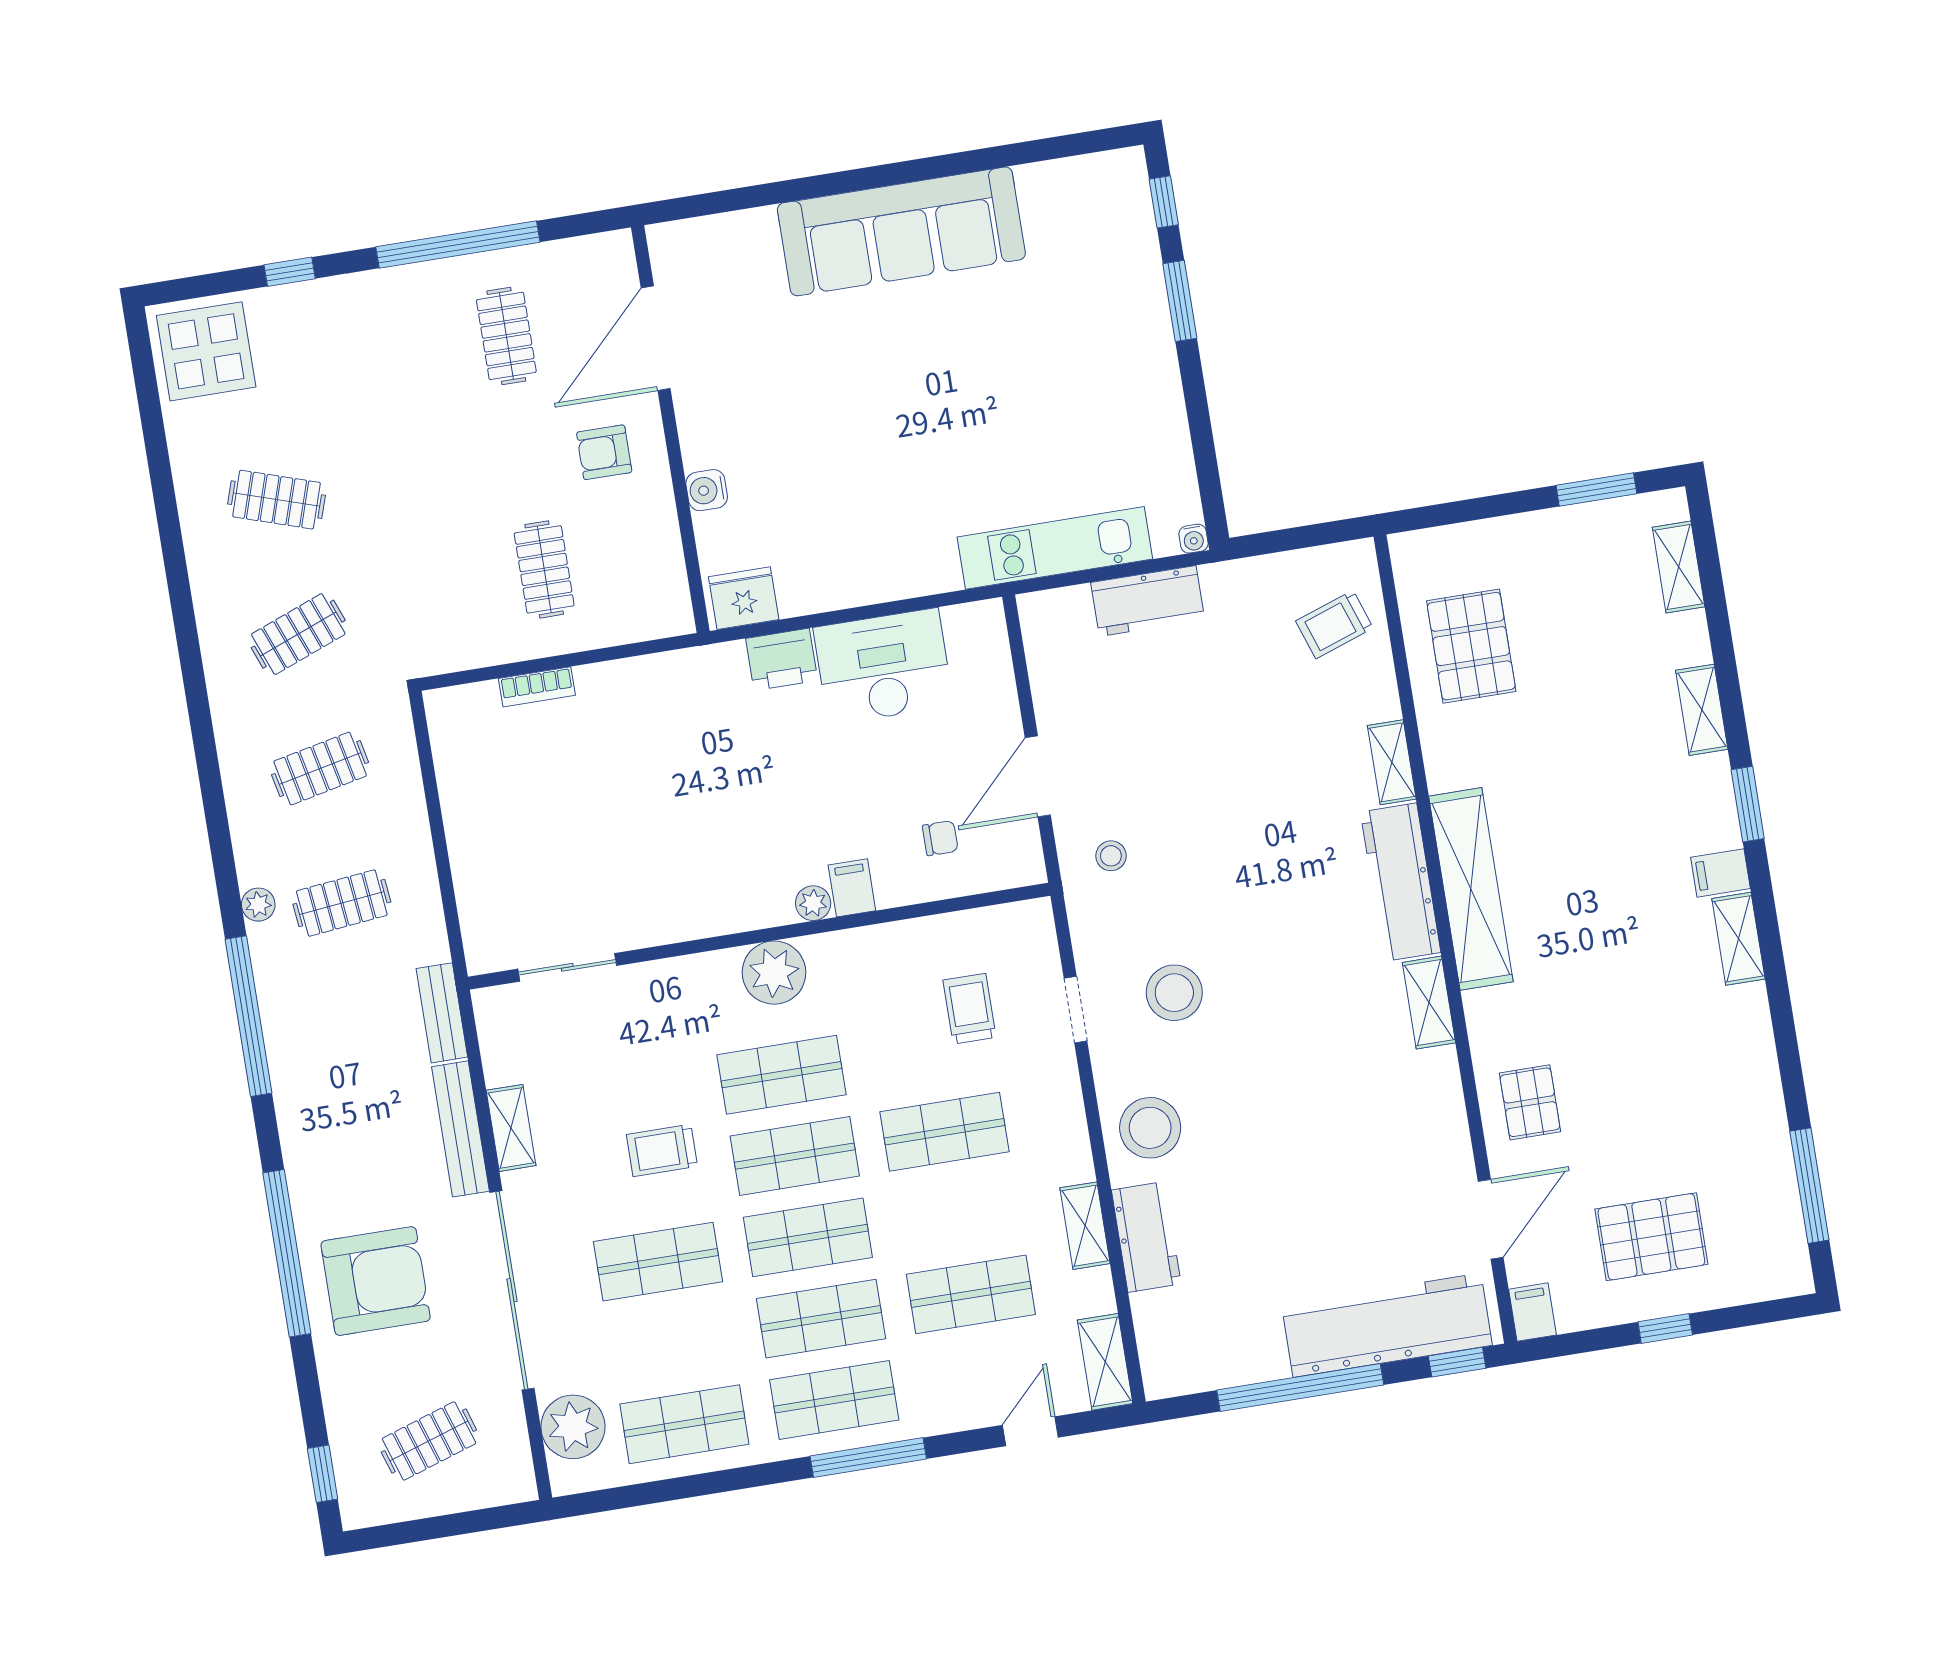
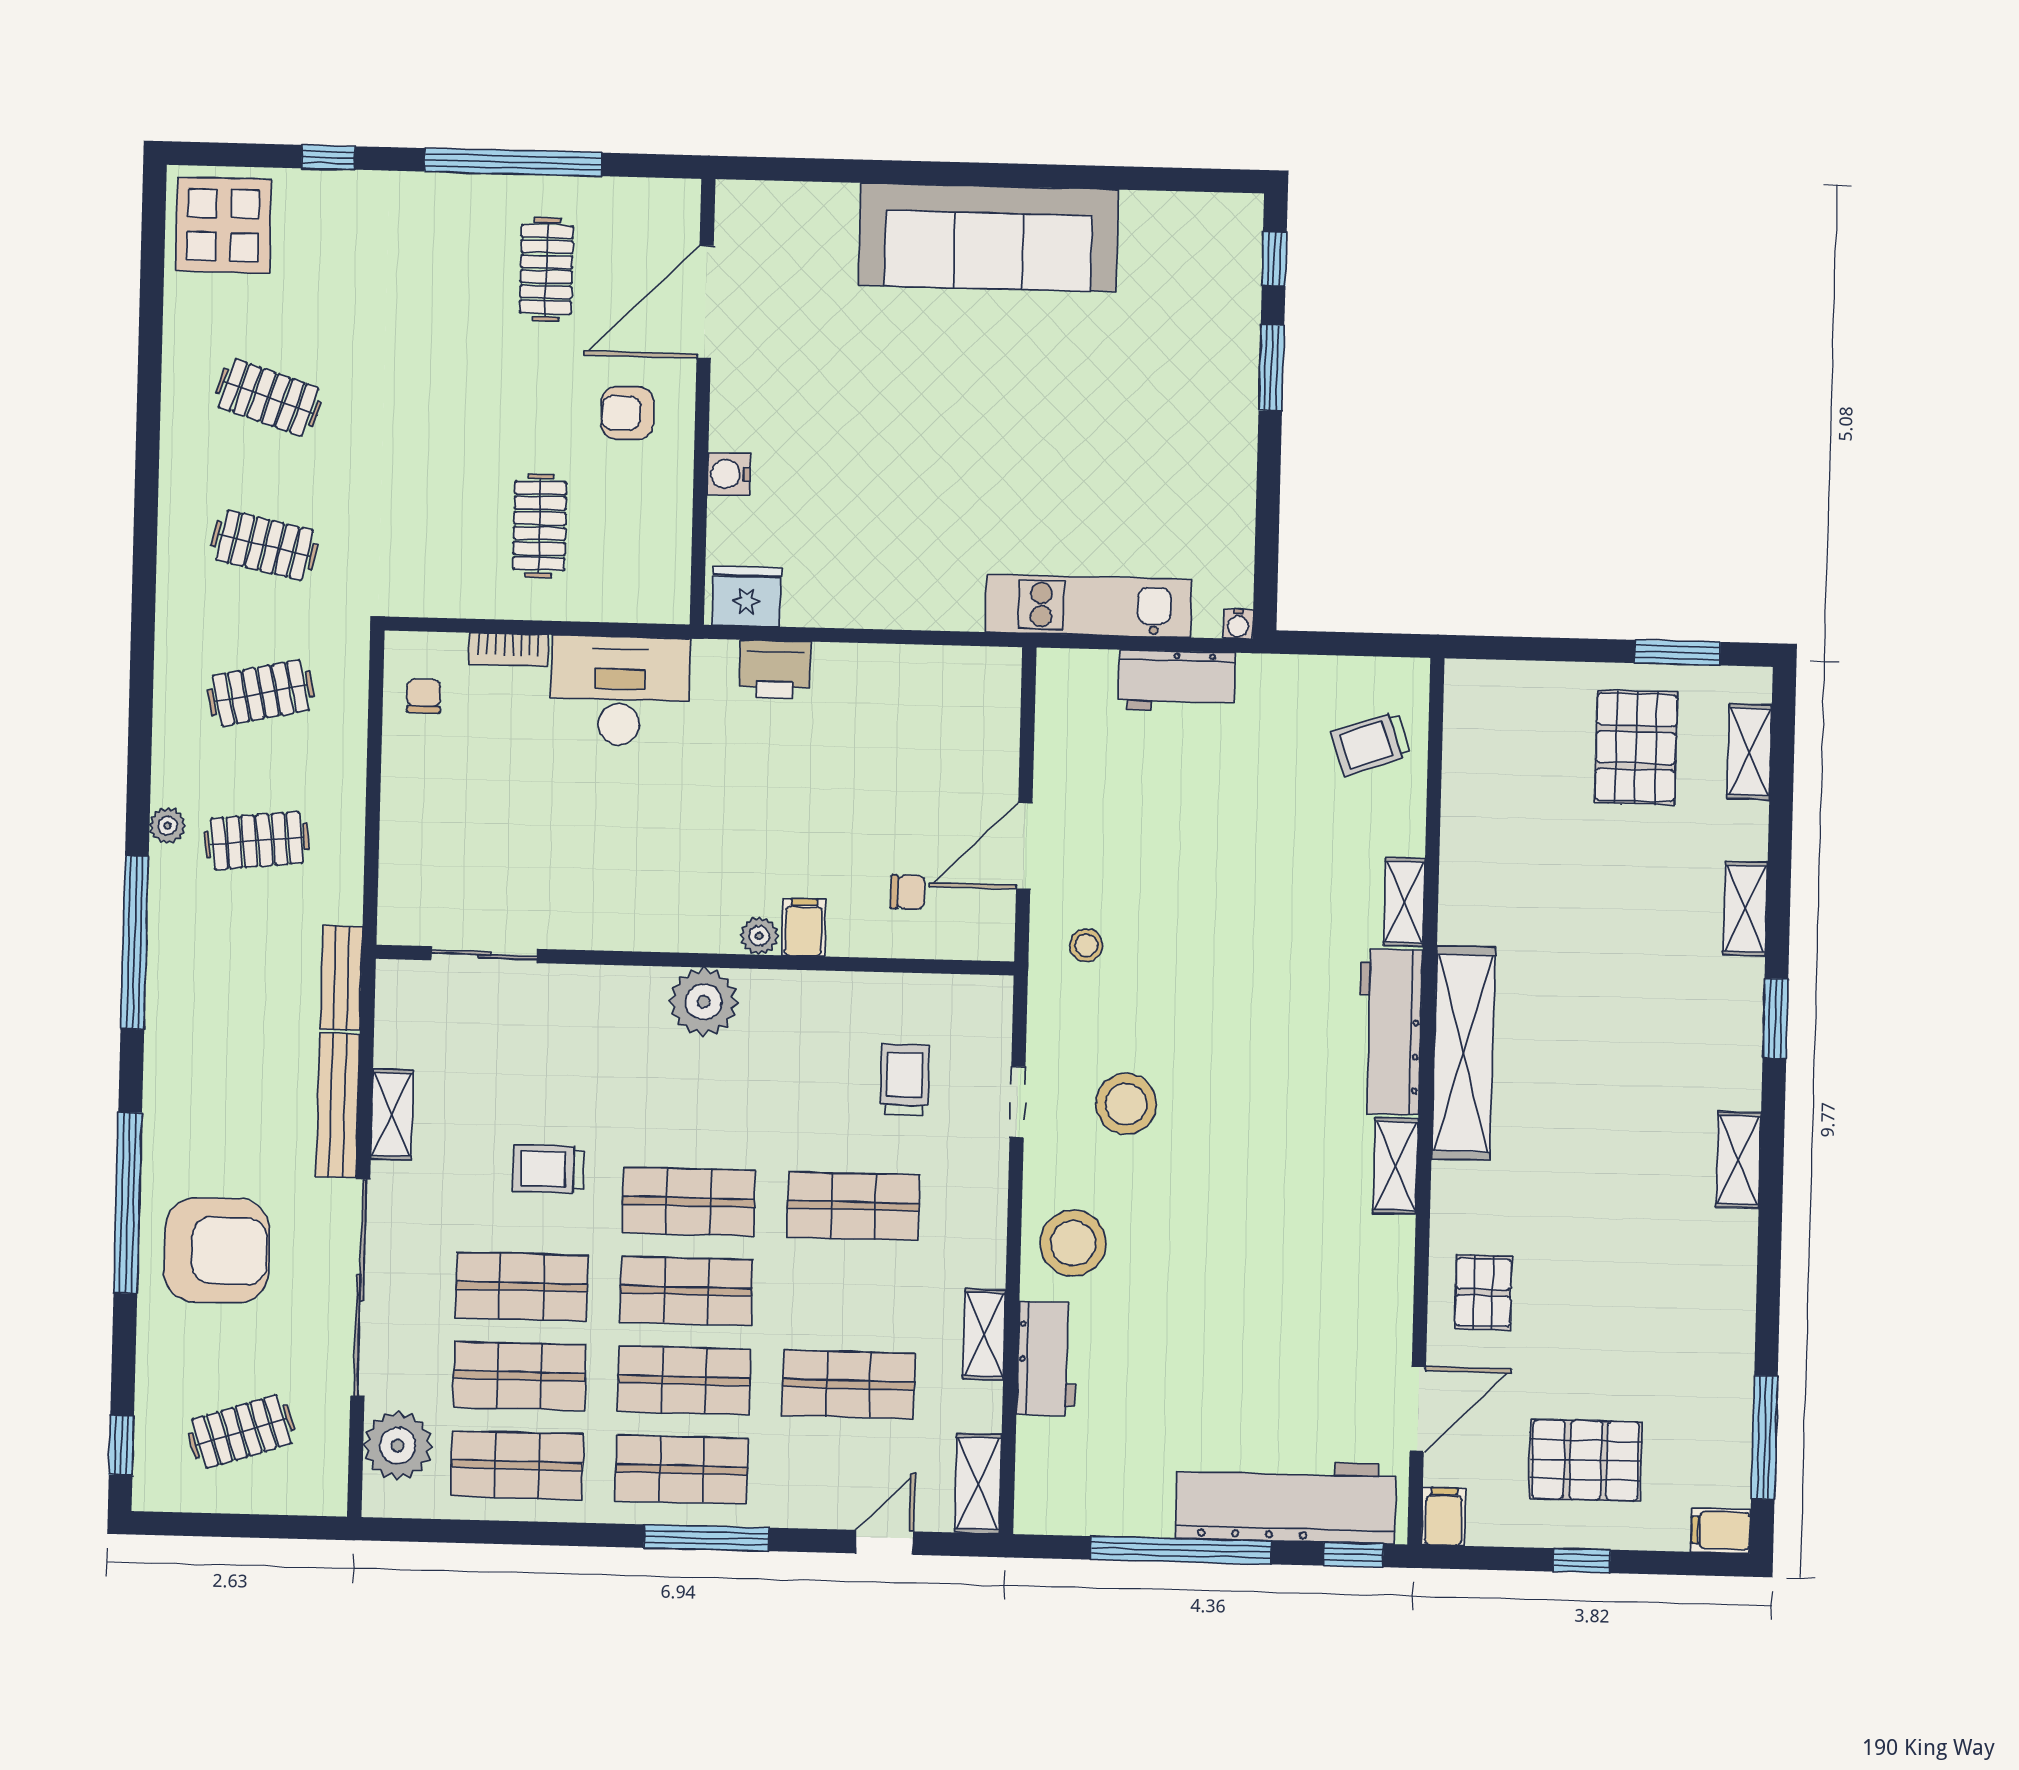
clothes rail: (298, 634) -> (265, 545), turned 33
pallet: (1471, 646) -> (1636, 748), moved
desk: (883, 667) -> (620, 691), moved
chair: (468, 743) -> (424, 696), added
filing cabinet: (1720, 873) -> (1721, 1531), moved
shop shelf: (782, 1075) -> (519, 1376), moved

